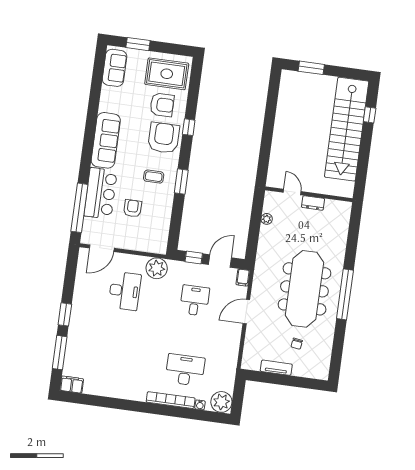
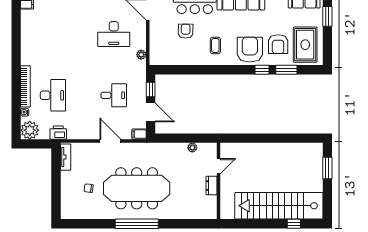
armchair: (164, 138) -> (250, 50), turned -90
window: (181, 181) -> (286, 70), moved
armchair: (133, 208) -> (186, 31), turned -89
plant: (157, 268) -> (141, 55), width x0.53, depth x0.53
tv unit: (276, 368) -> (66, 157), moved
printer: (229, 370) -> (58, 133), added

